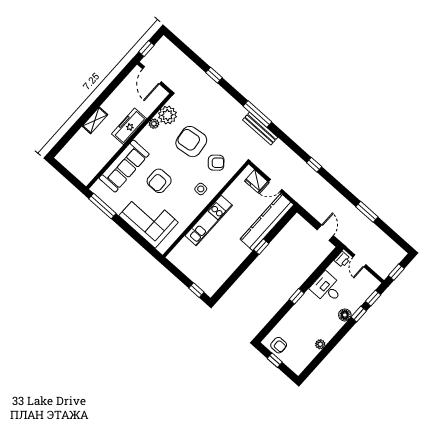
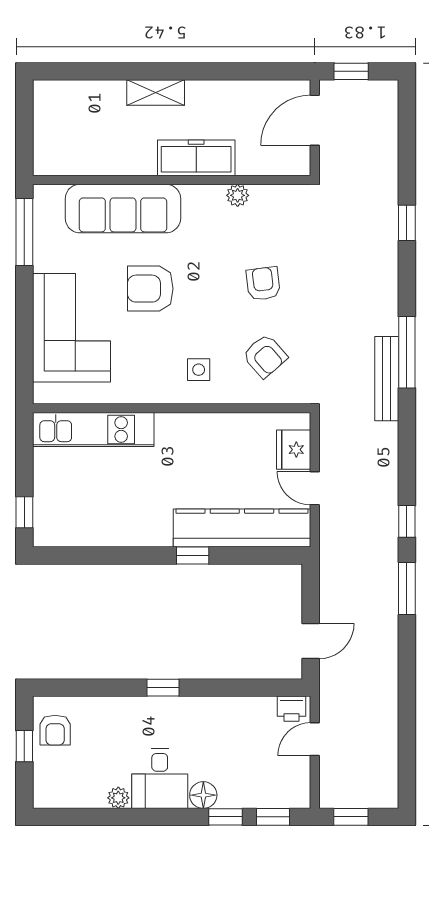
plant: (167, 115) -> (272, 205), removed
armchair: (191, 142) -> (263, 284), width x0.53, depth x0.53
window: (367, 212) -> (407, 589), moved
kitchen unit: (209, 221) -> (93, 430), moved
desk: (327, 288) -> (160, 779), moved, turned 180

